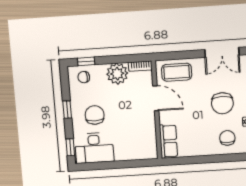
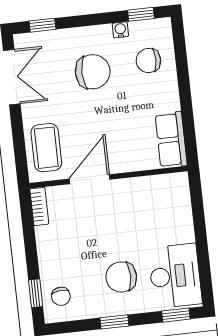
plant: (117, 74) -> (53, 243), removed
row of seats: (168, 141) -> (171, 140), moved, turned -90

